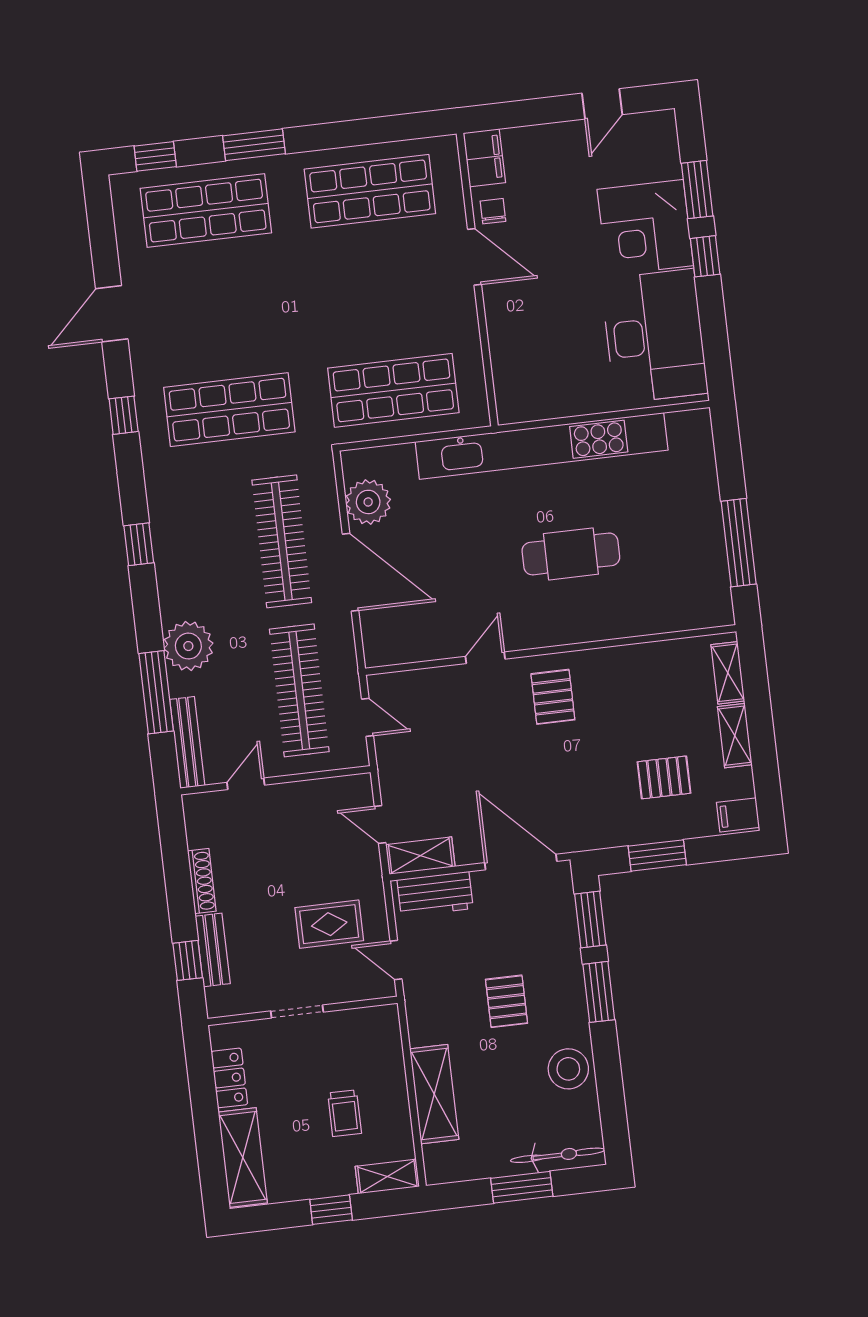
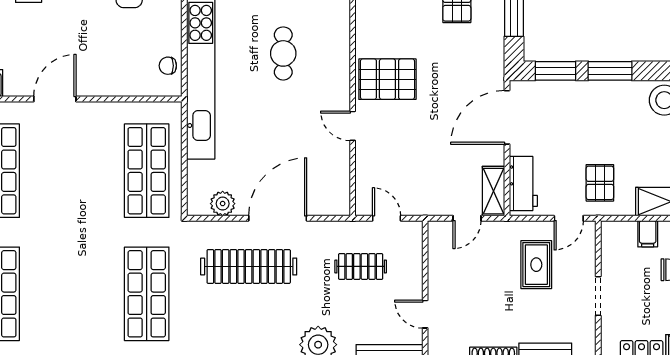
chair: (493, 211) -> (168, 66), moved
plant: (368, 502) -> (223, 204), width x0.73, depth x0.73
cafe table: (571, 554) -> (283, 53), width x0.73, depth x0.74
clothes rail: (299, 690) -> (361, 266), width x0.54, depth x0.76
pallet: (553, 697) -> (387, 79), width x1.50, depth x1.42
door: (368, 717) -> (387, 218), hinge flipped
pallet: (507, 1001) -> (600, 183), moved, turned 90
filing cabinet: (388, 1068) -> (648, 234), added

